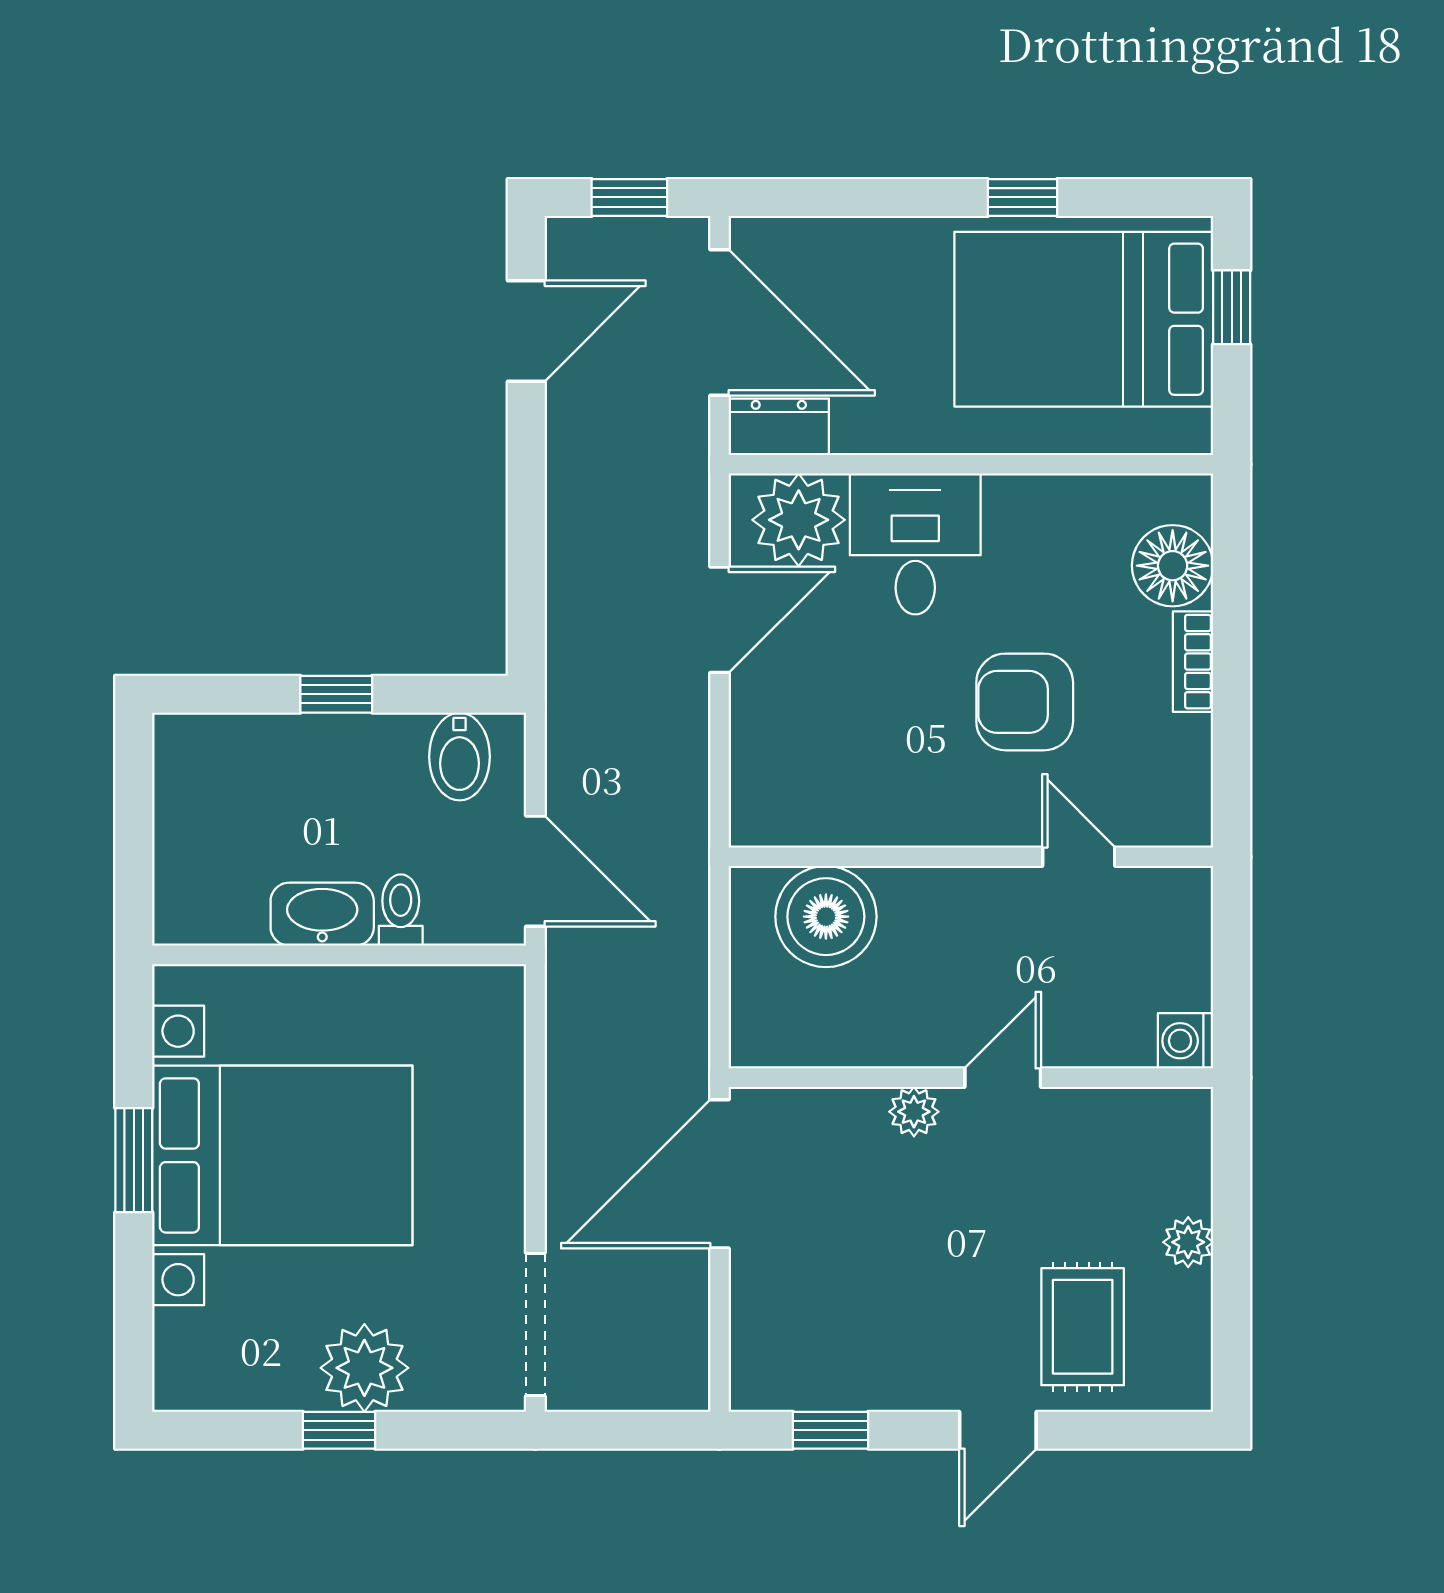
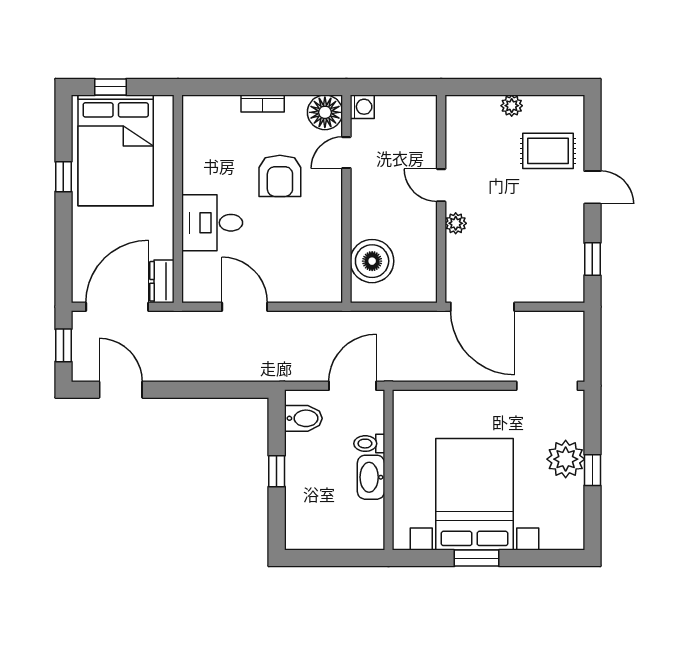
plant: (799, 520) -> (202, 273), removed
floor lamp: (1173, 566) -> (325, 112), moved
washing machine: (1186, 1041) -> (362, 107), moved, turned -90

